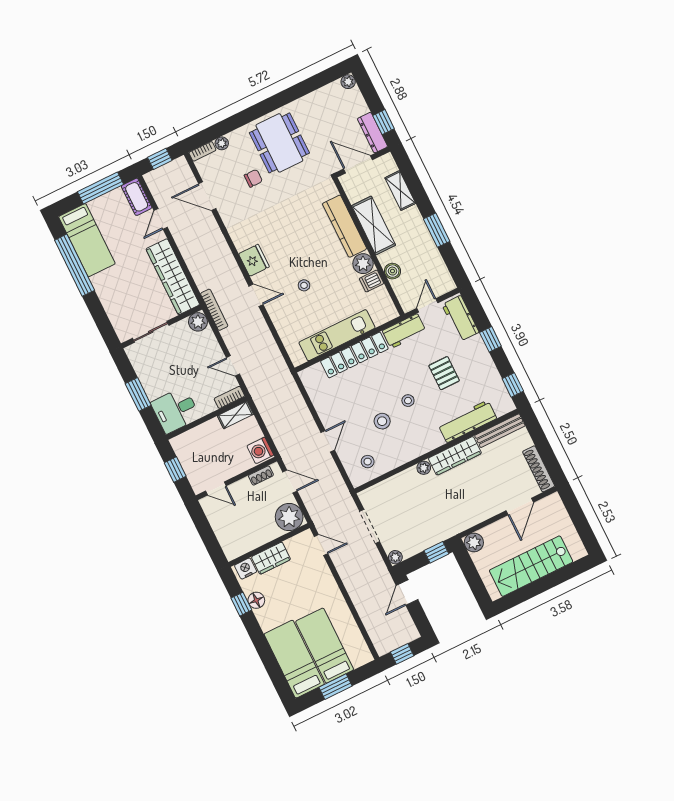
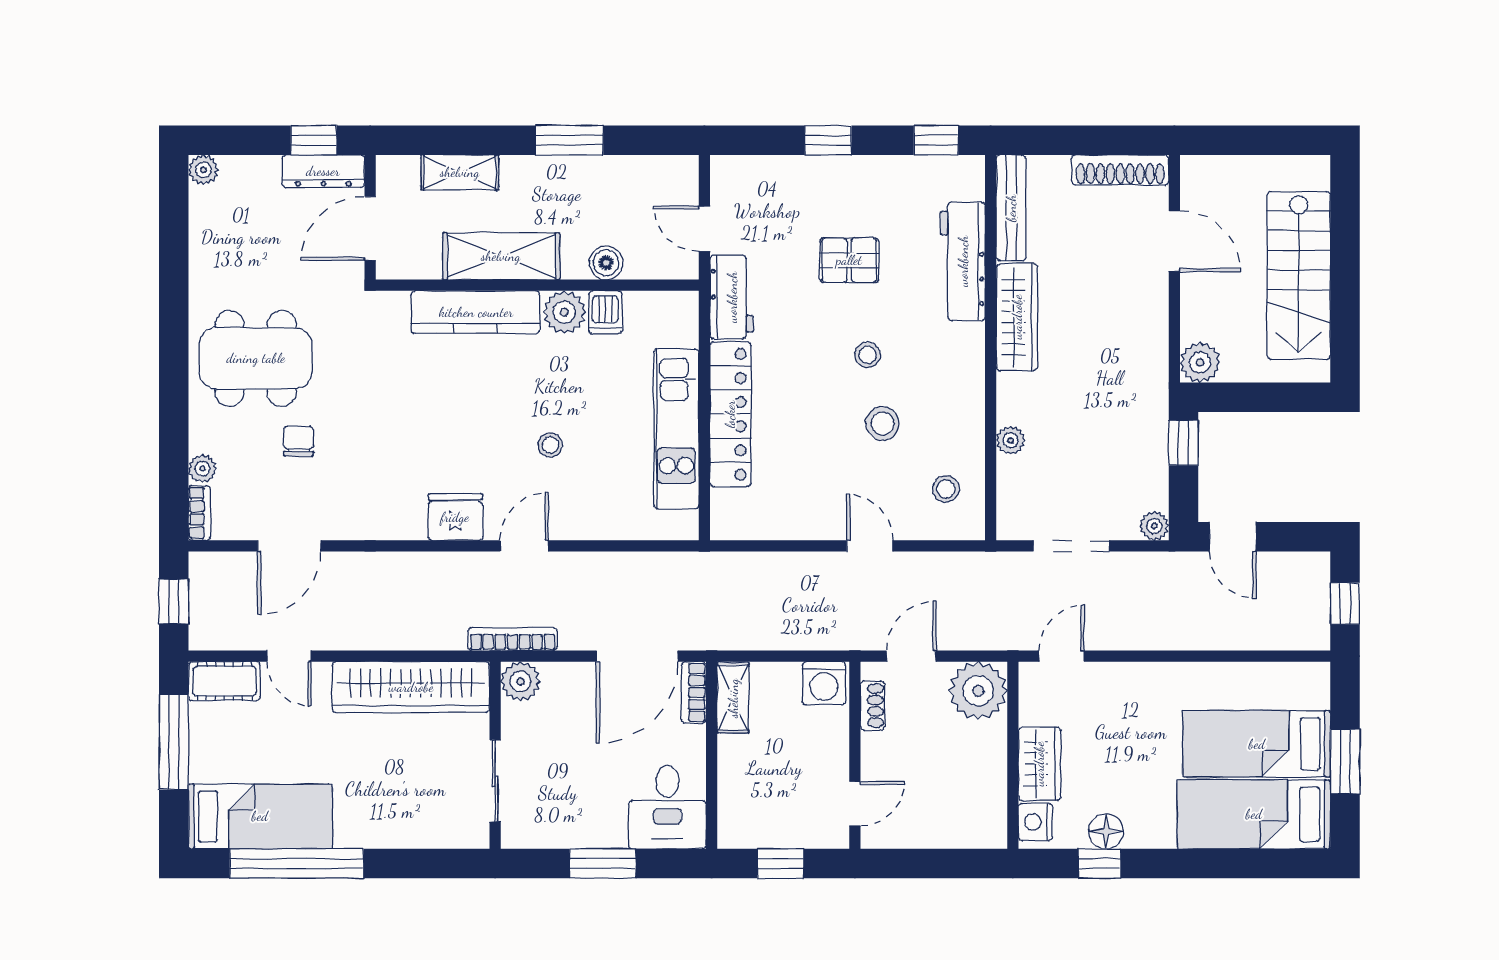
workbench: (460, 318) -> (760, 178), removed
door: (233, 366) -> (637, 656), width x1.88
plant: (424, 468) -> (1011, 440), moved

